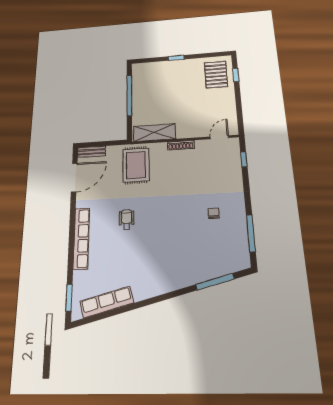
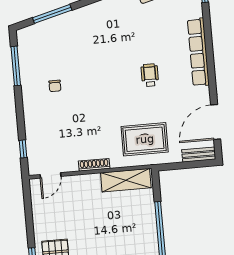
rug: (136, 165) -> (145, 139), turned 90
wheelchair: (127, 220) -> (150, 75), turned 180

